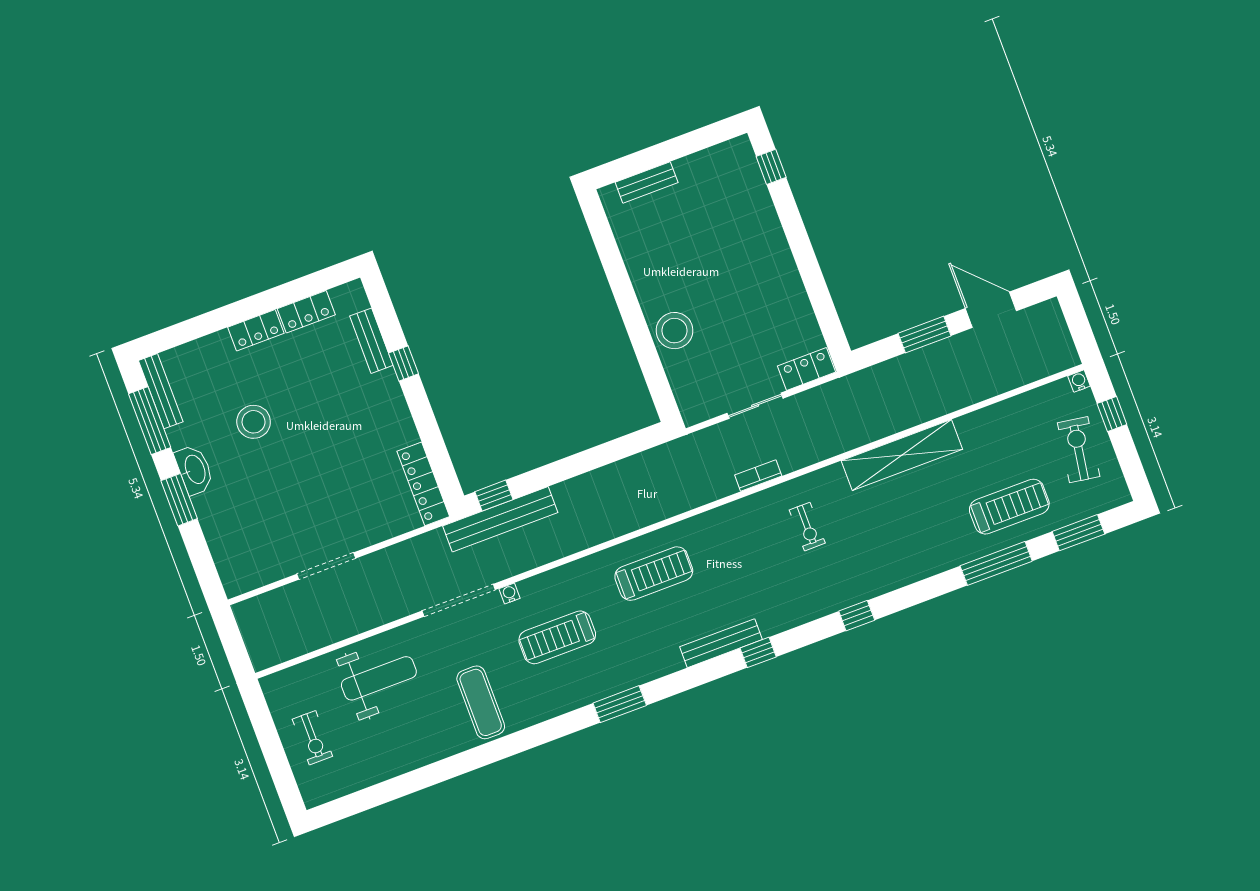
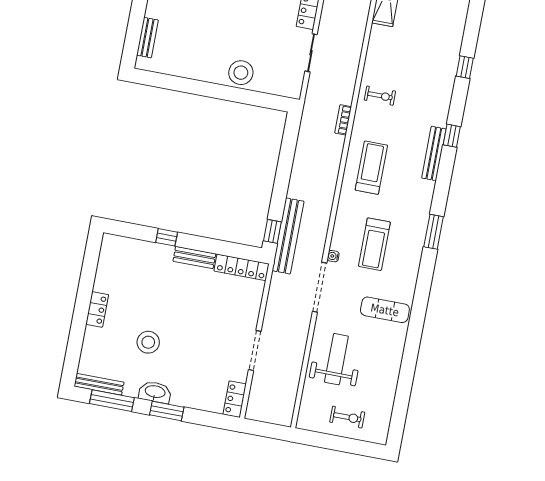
locker: (306, 312) -> (235, 399), moved, turned 180
bench: (371, 341) -> (194, 257), moved
bookcase: (758, 476) -> (343, 120), moved
exercise bike: (807, 527) -> (380, 96), moved

